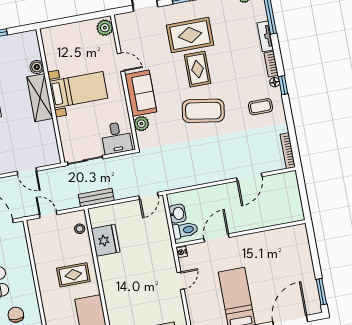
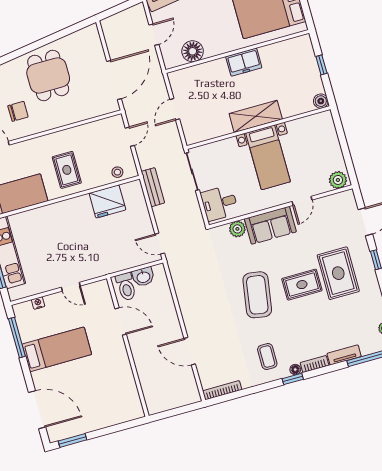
boiler: (37, 67) -> (321, 101), moved
nightstand: (182, 252) -> (38, 303), moved

